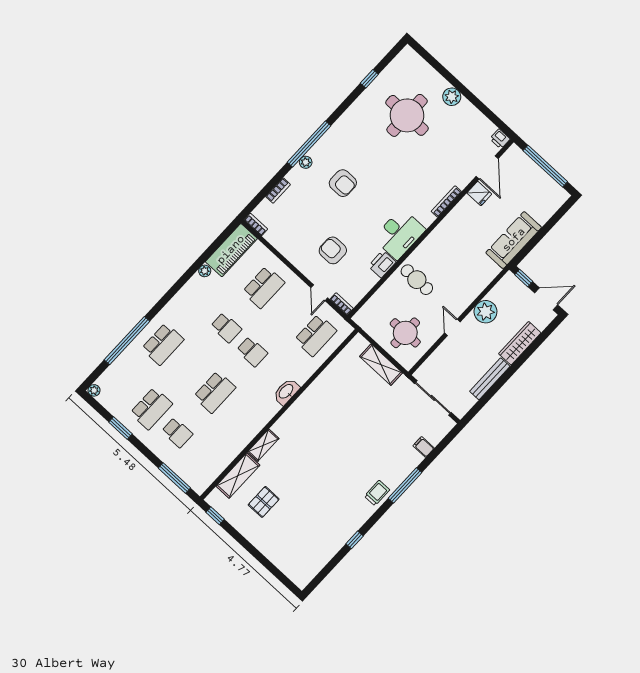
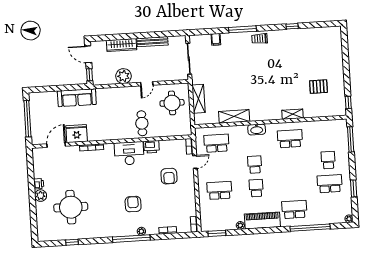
printer: (500, 139) -> (39, 184), moved
fridge: (479, 194) -> (77, 134), width x1.88, depth x1.34
window: (222, 238) -> (217, 233), added
piano: (231, 250) -> (262, 220), moved
school desk: (215, 392) -> (290, 139), moved
shelving: (238, 476) -> (234, 116), moved

